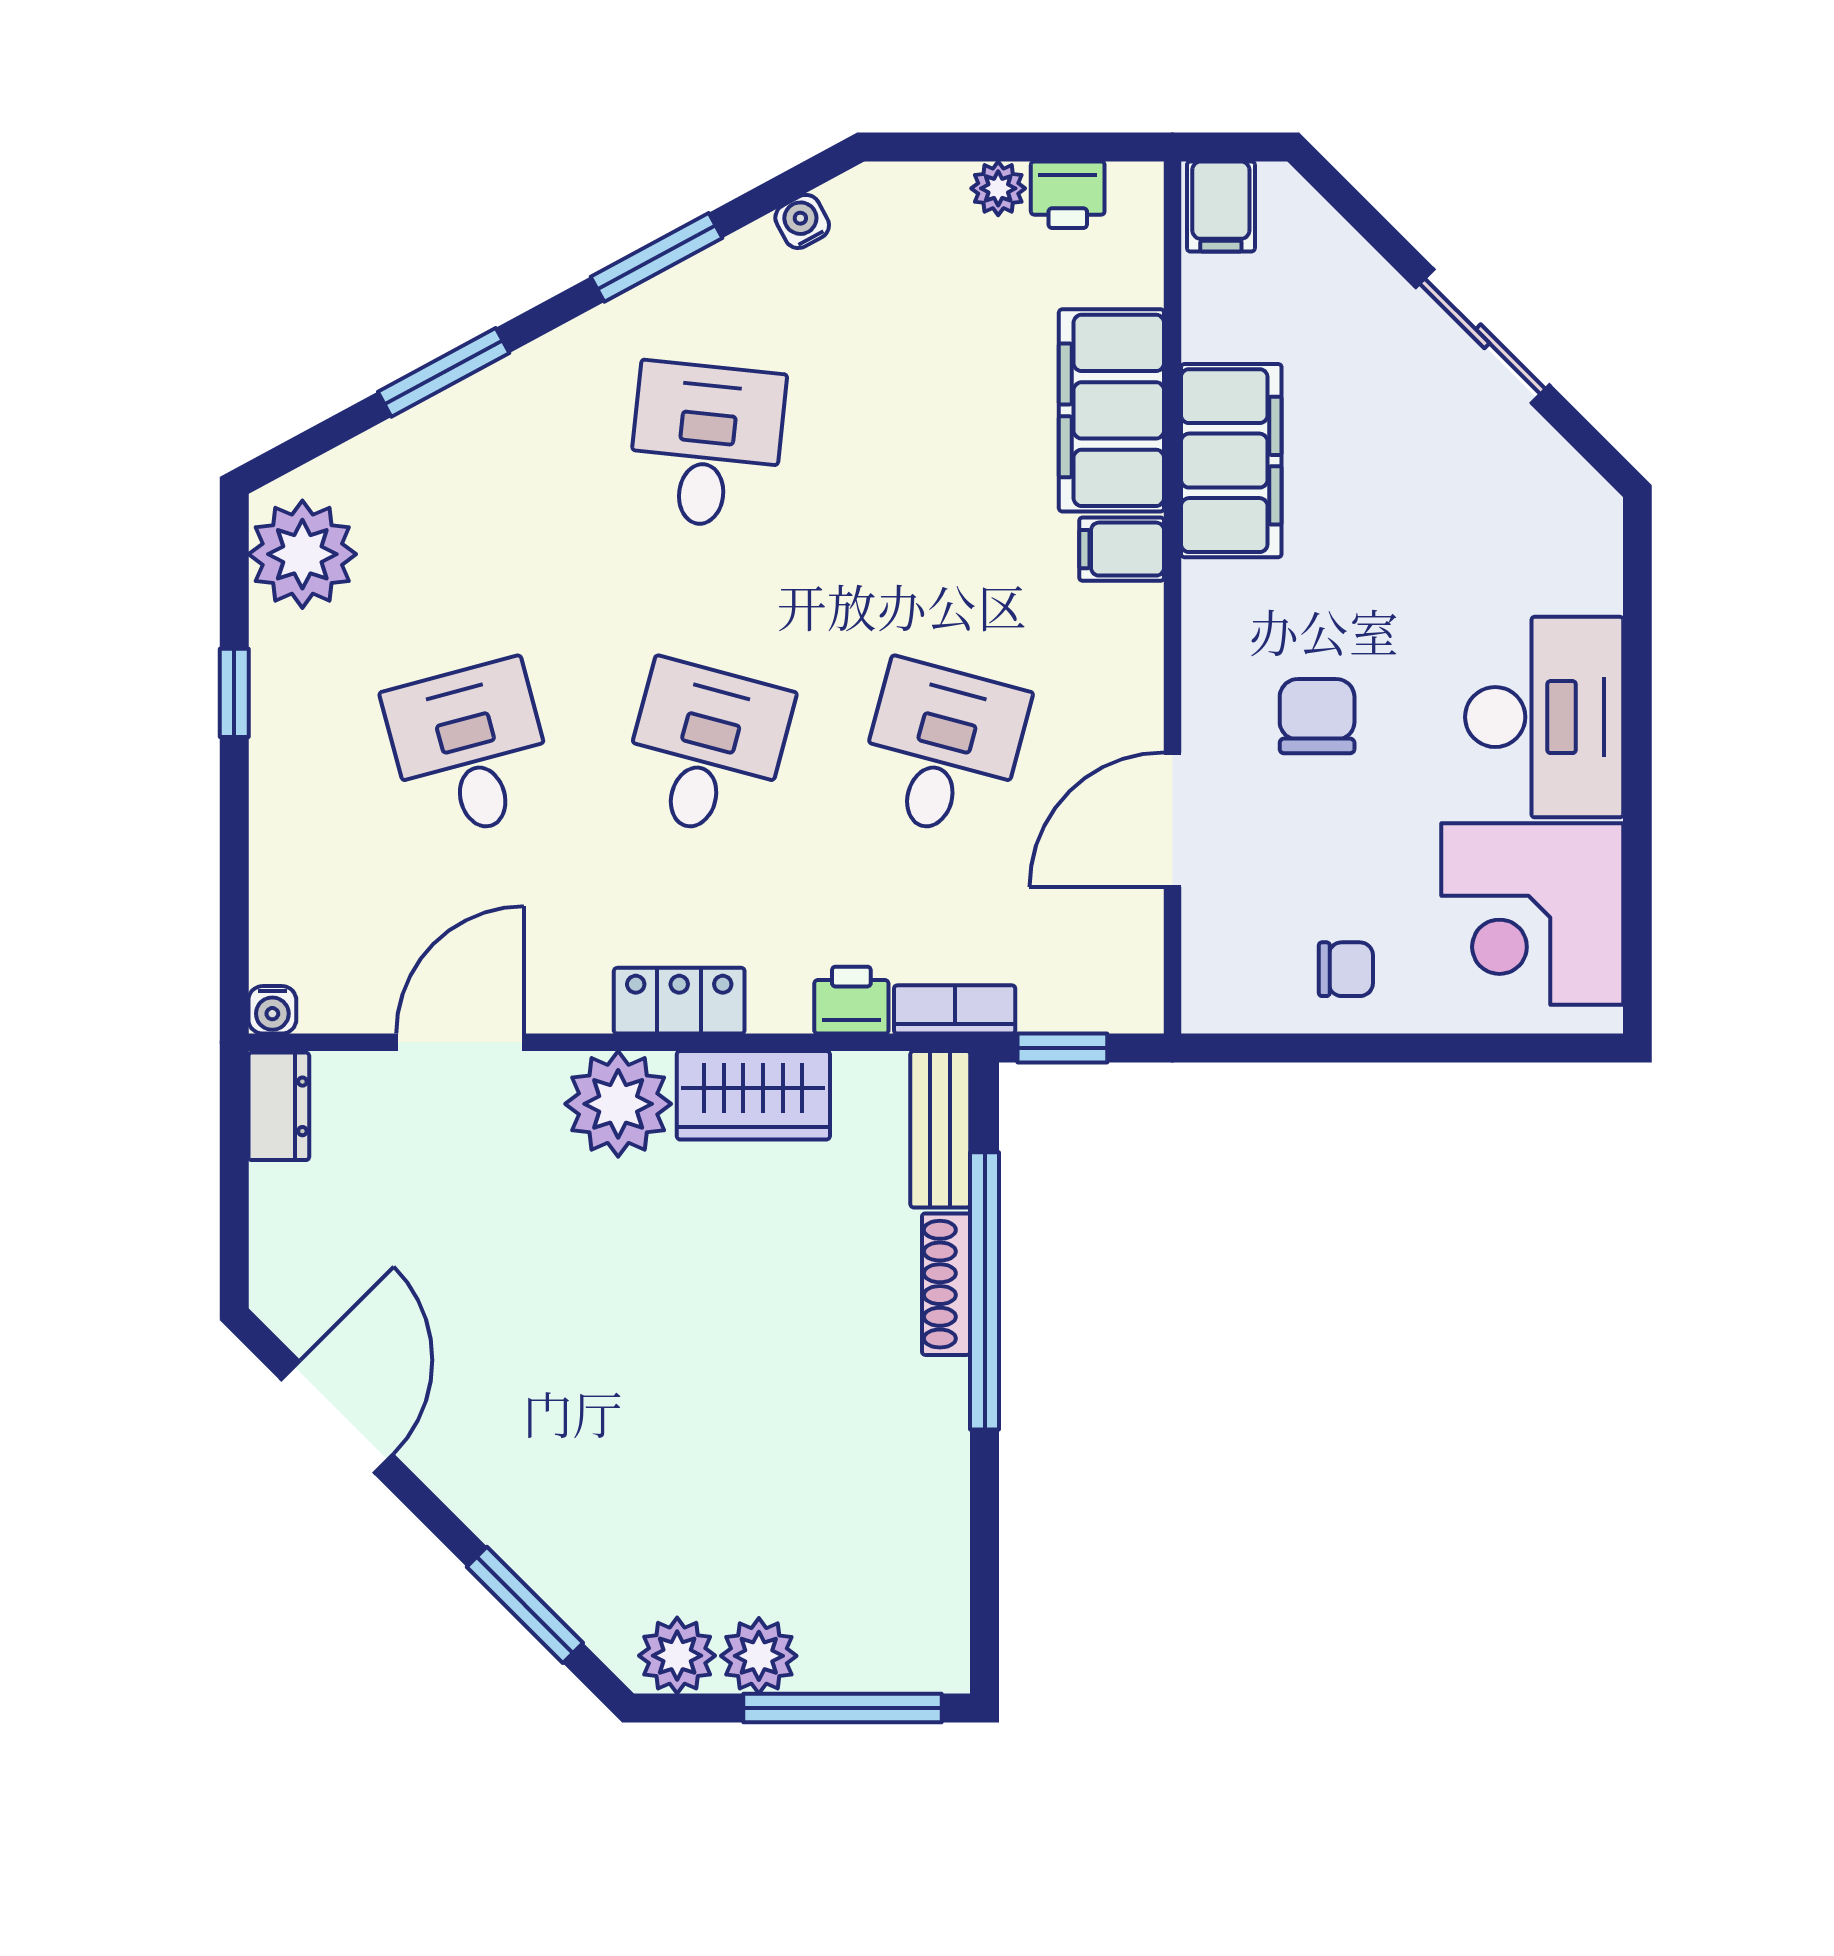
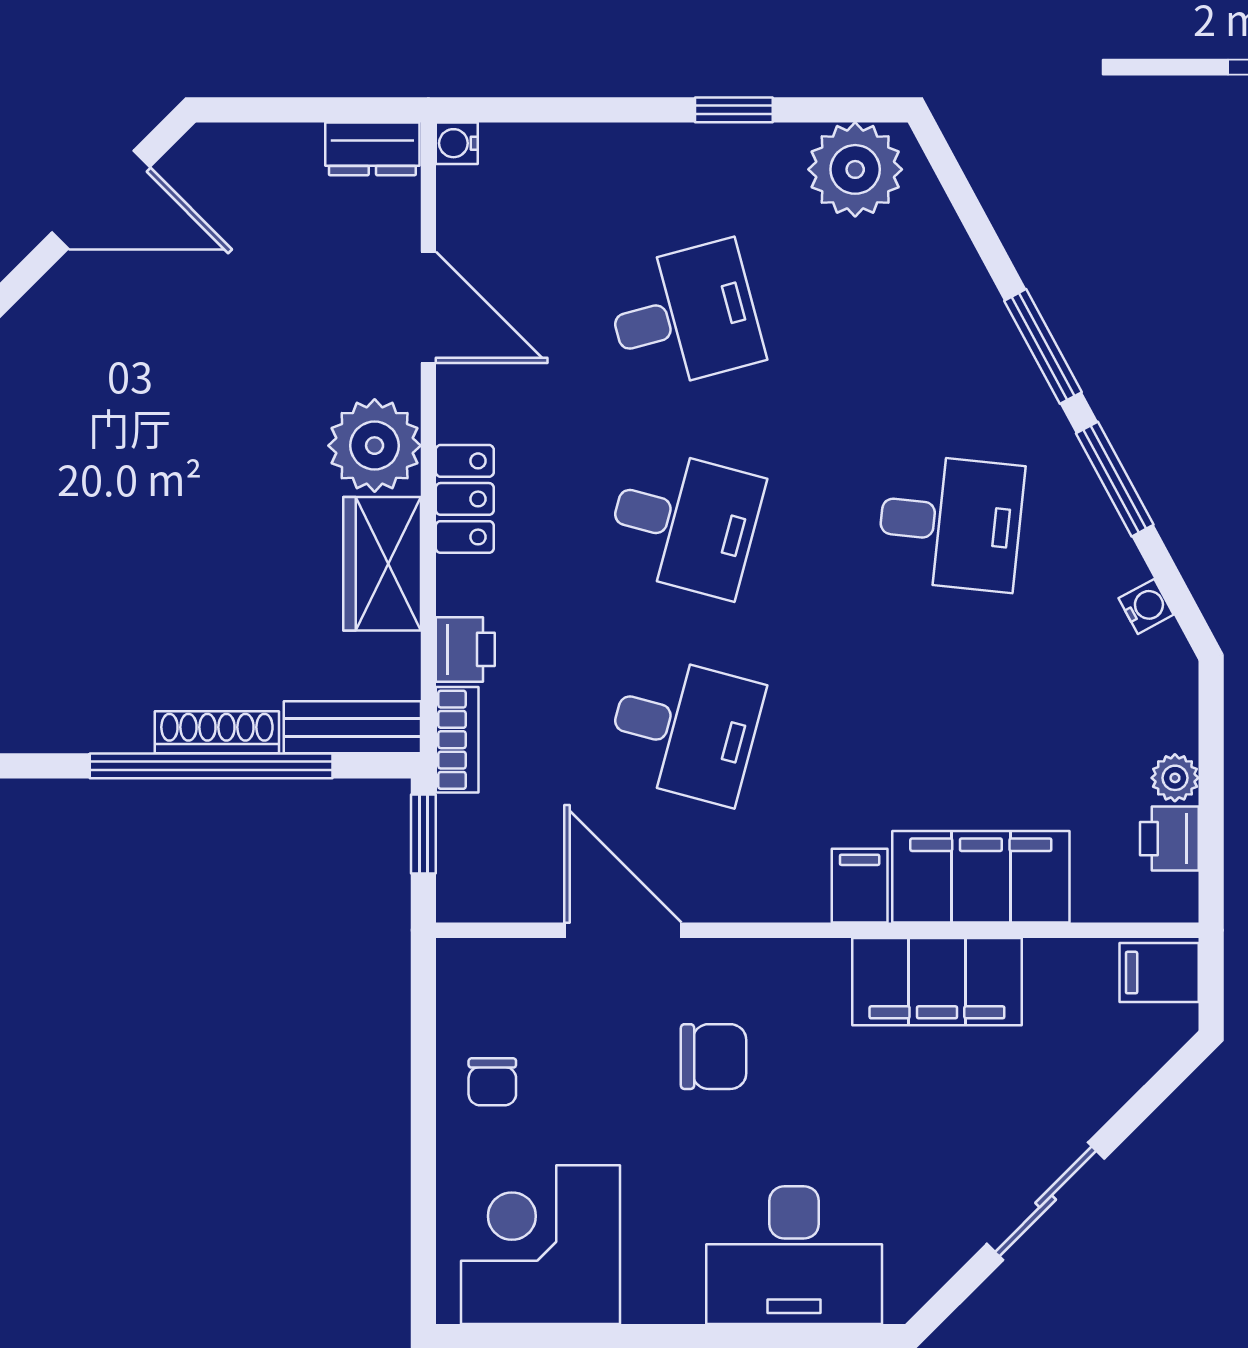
window: (444, 372) -> (1043, 346), moved
desk: (1544, 717) -> (794, 1255), moved

